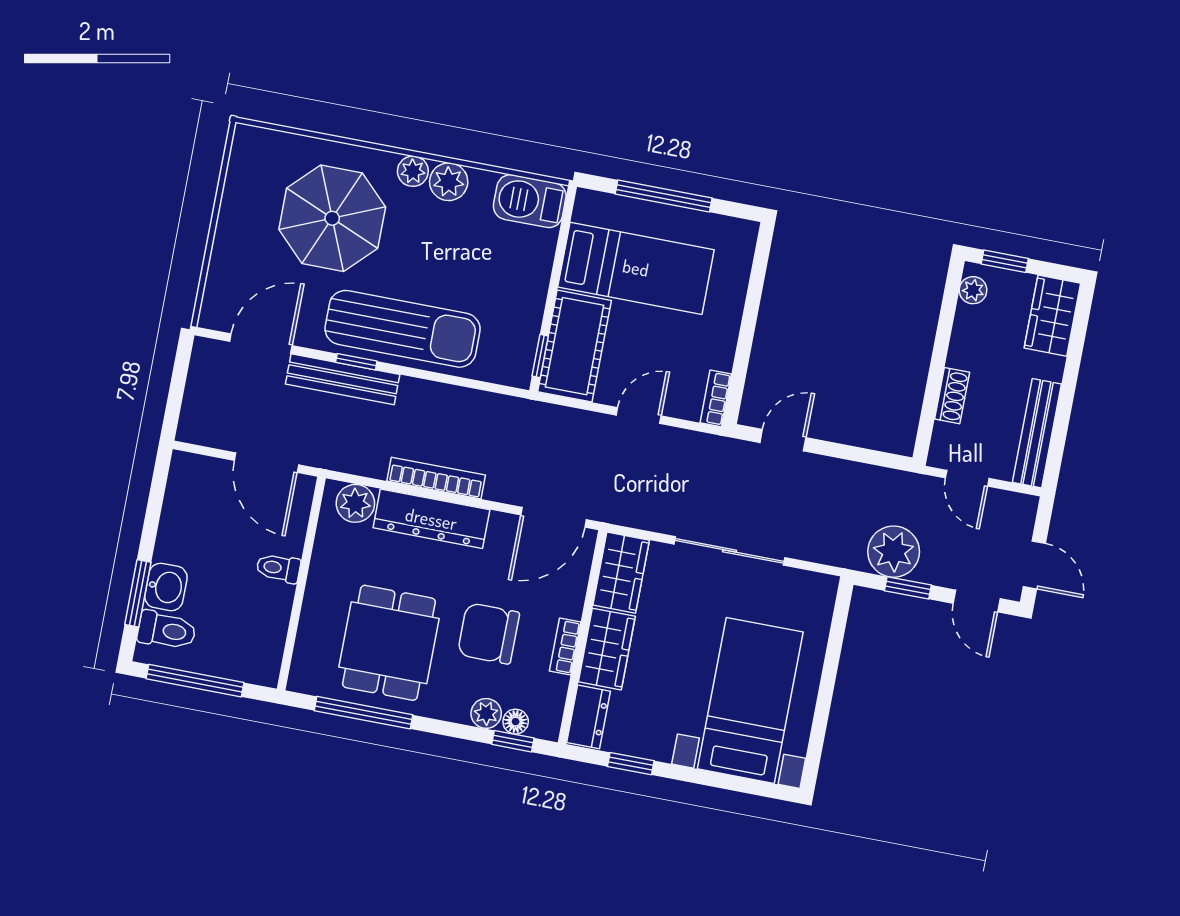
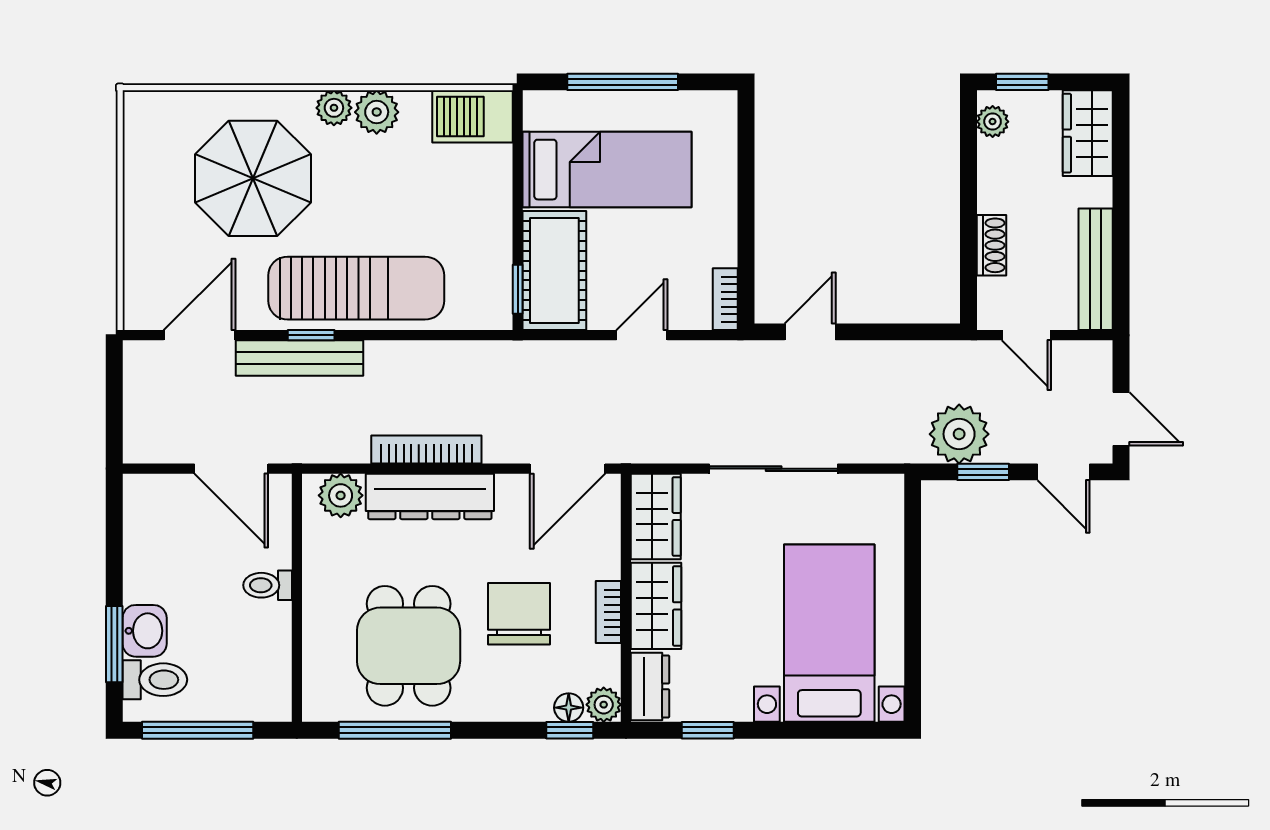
chair: (489, 633) -> (519, 614), turned 90
plant: (486, 713) -> (604, 705), moved

